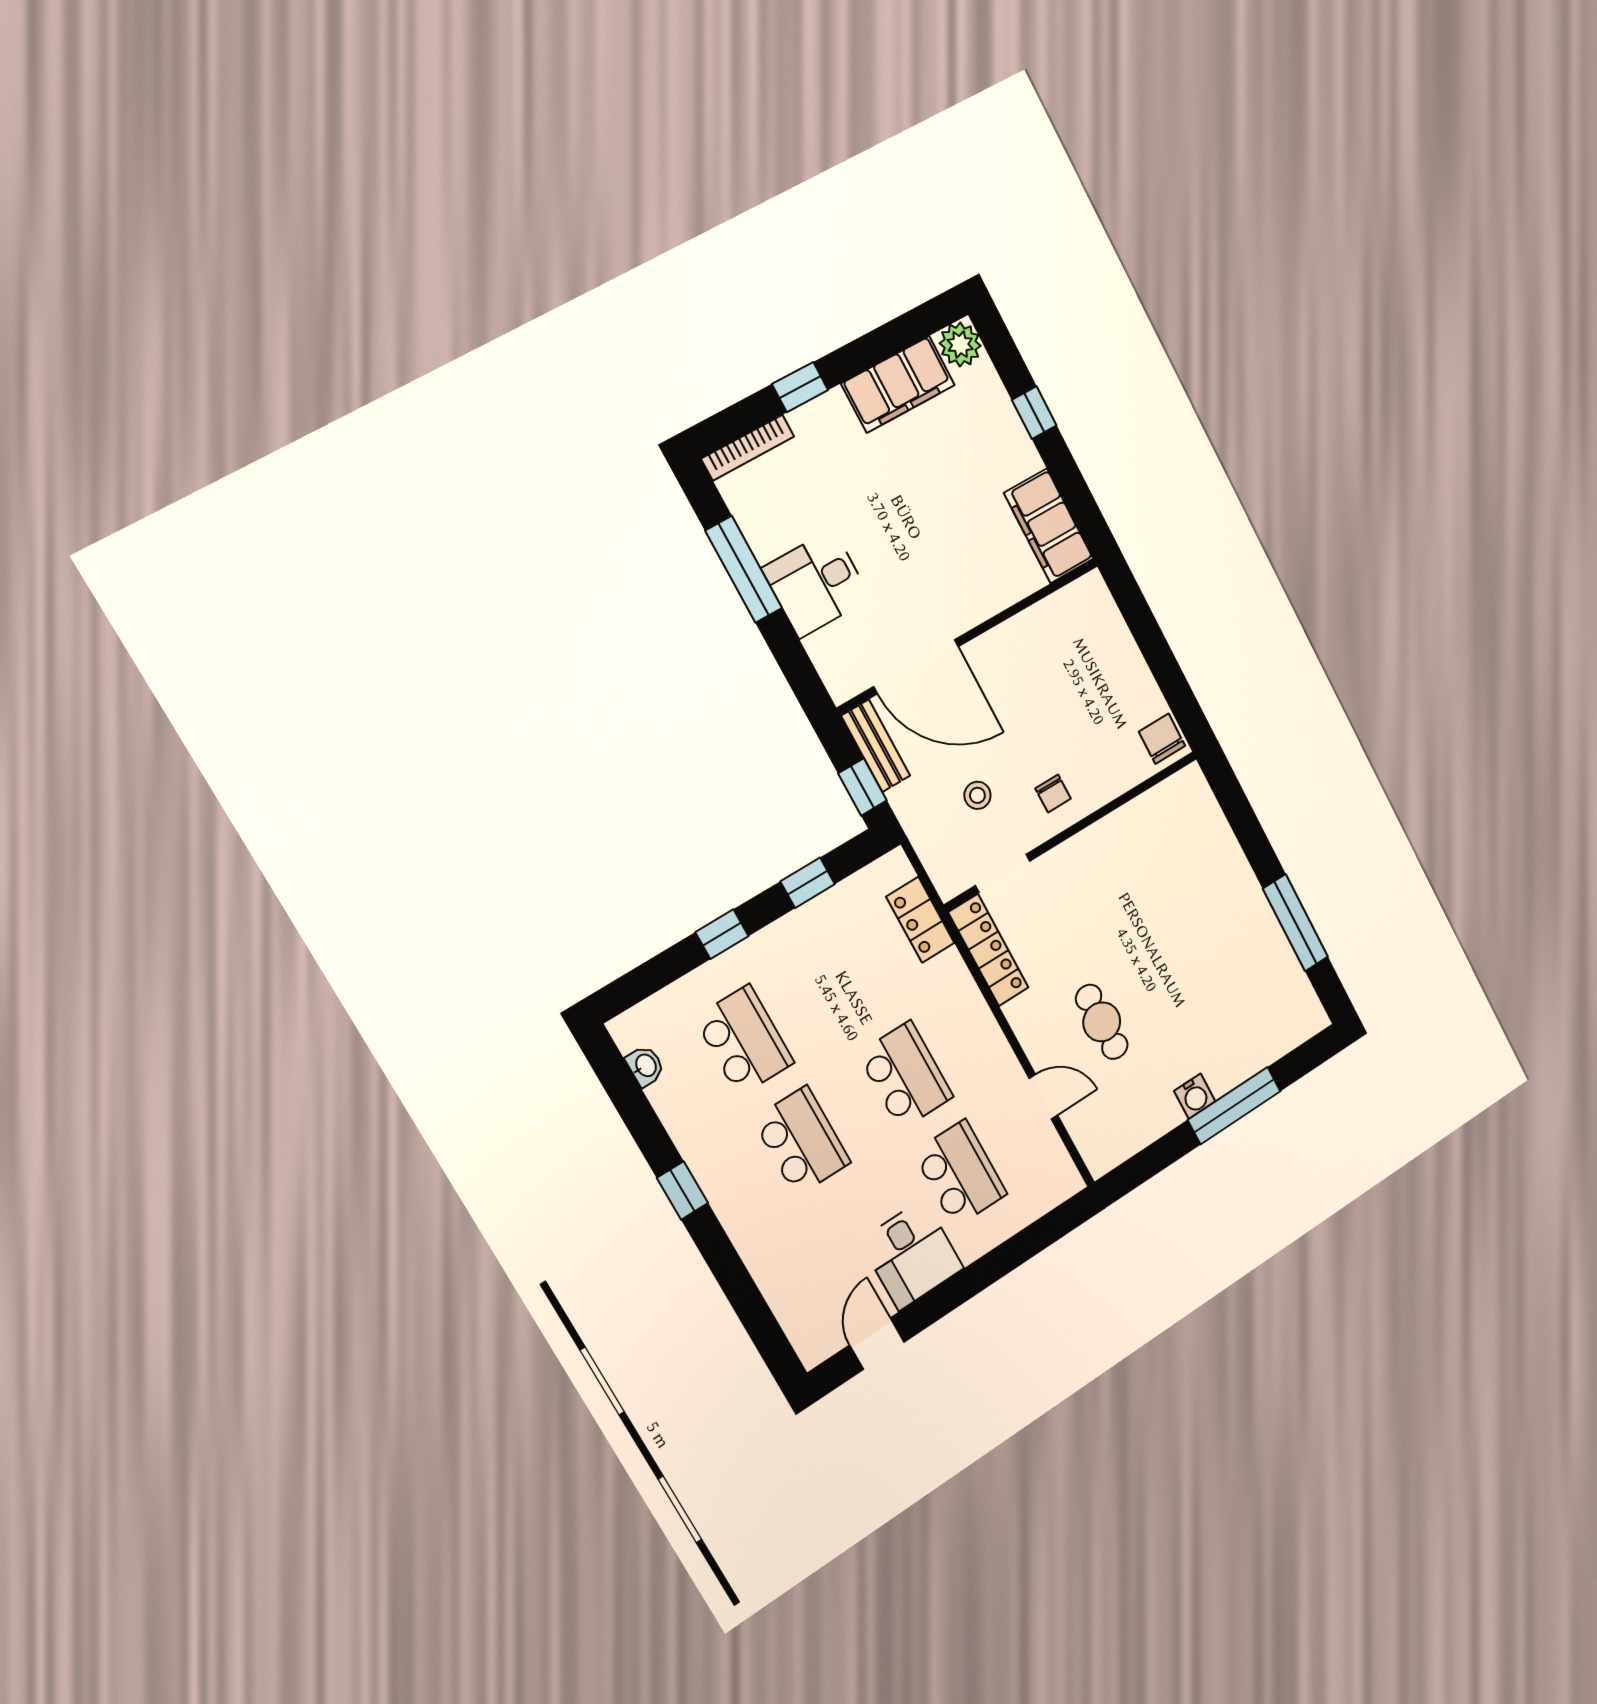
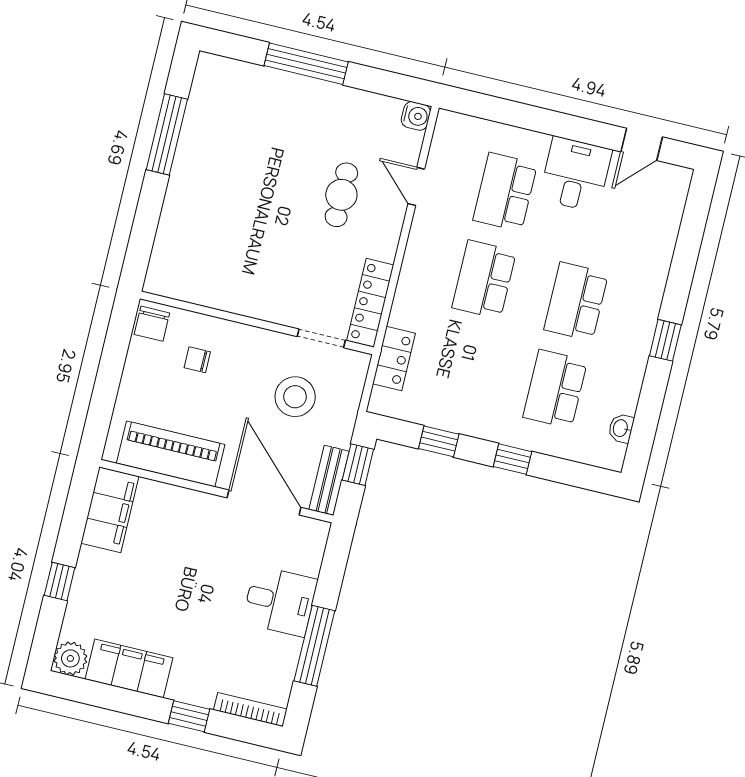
piano: (1041, 632) -> (171, 454), added
chair: (1053, 794) -> (197, 360), moved, turned -90
stool: (977, 795) -> (295, 397), width x1.89, depth x1.89
water cooler: (1195, 1096) -> (416, 116), moved, turned 90

